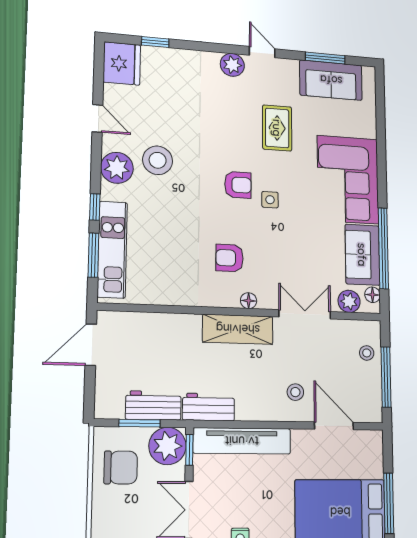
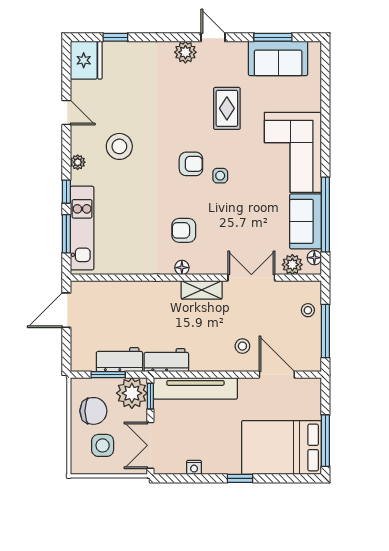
plant: (117, 168) -> (78, 162), width x0.53, depth x0.53
floor lamp: (249, 301) -> (182, 268), moved
shelving: (238, 329) -> (202, 290), width x0.67, depth x0.75
side table: (131, 510) -> (103, 445), added

